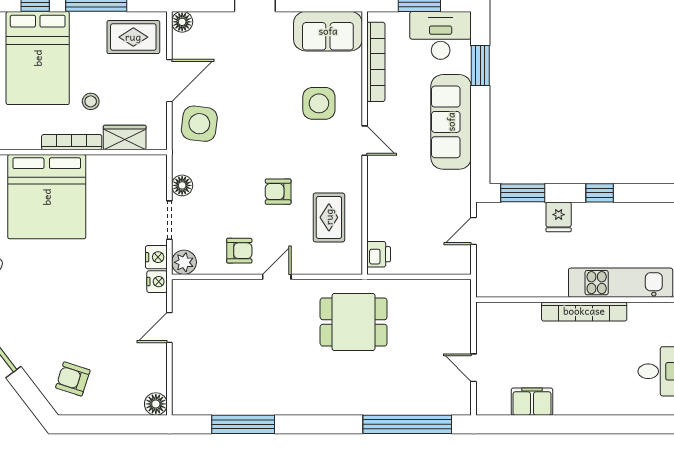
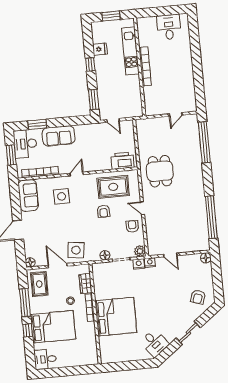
sofa: (451, 122) -> (59, 136), width x0.73
rug: (329, 217) -> (113, 187), width x1.36, depth x1.43
fridge: (559, 217) -> (100, 49), moved
printer: (379, 254) -> (122, 161), width x1.87, depth x1.48
filing cabinet: (532, 402) -> (188, 86), removed
window: (243, 424) -> (211, 217), width x1.46

